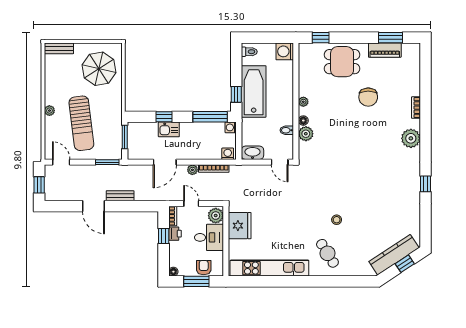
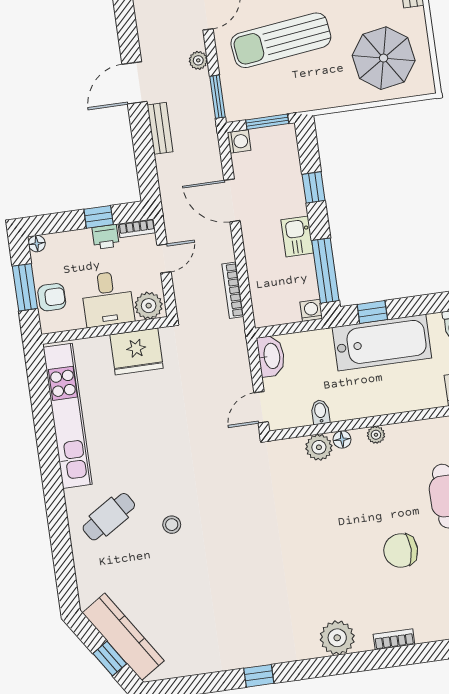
kitchen sink: (169, 129) -> (297, 236), moved
washing machine: (228, 154) -> (239, 141), moved
plant: (192, 170) -> (198, 60), moved

